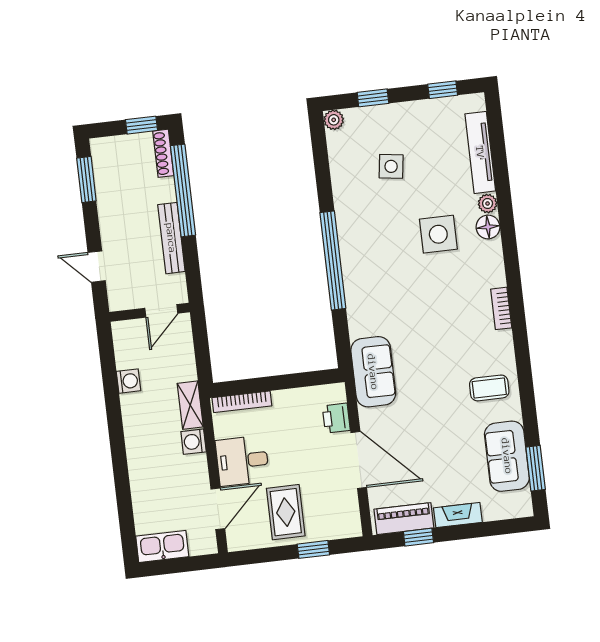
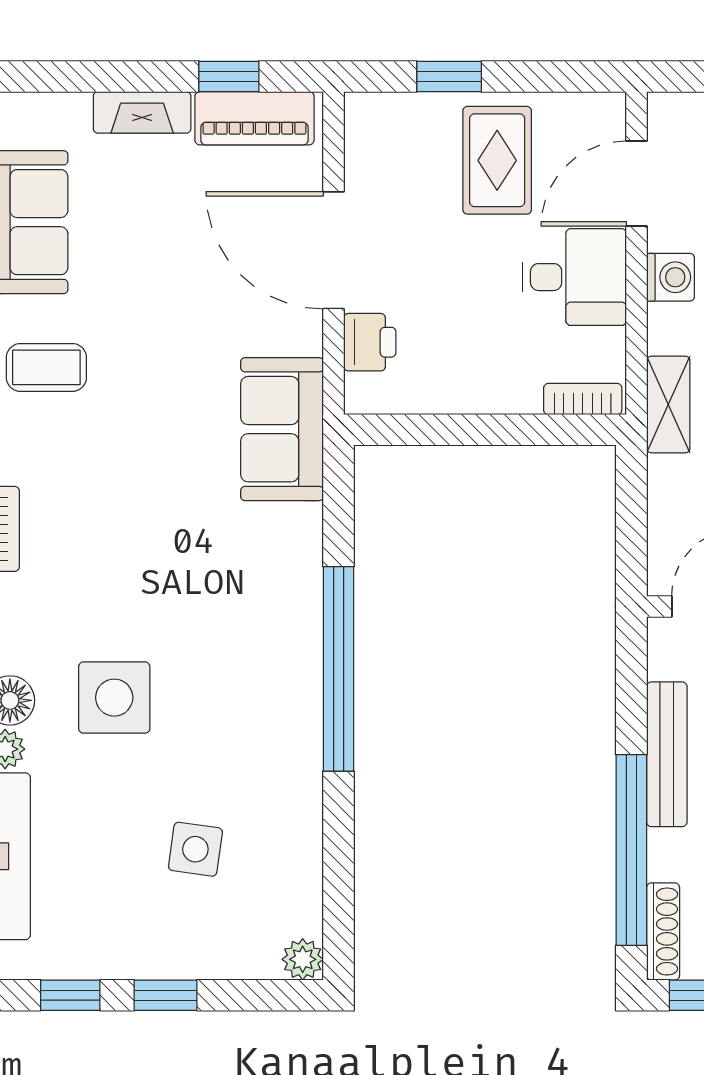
window: (373, 98) -> (165, 995), moved
bookcase: (242, 402) -> (583, 399), width x0.64
washing machine: (194, 442) -> (670, 277), moved

